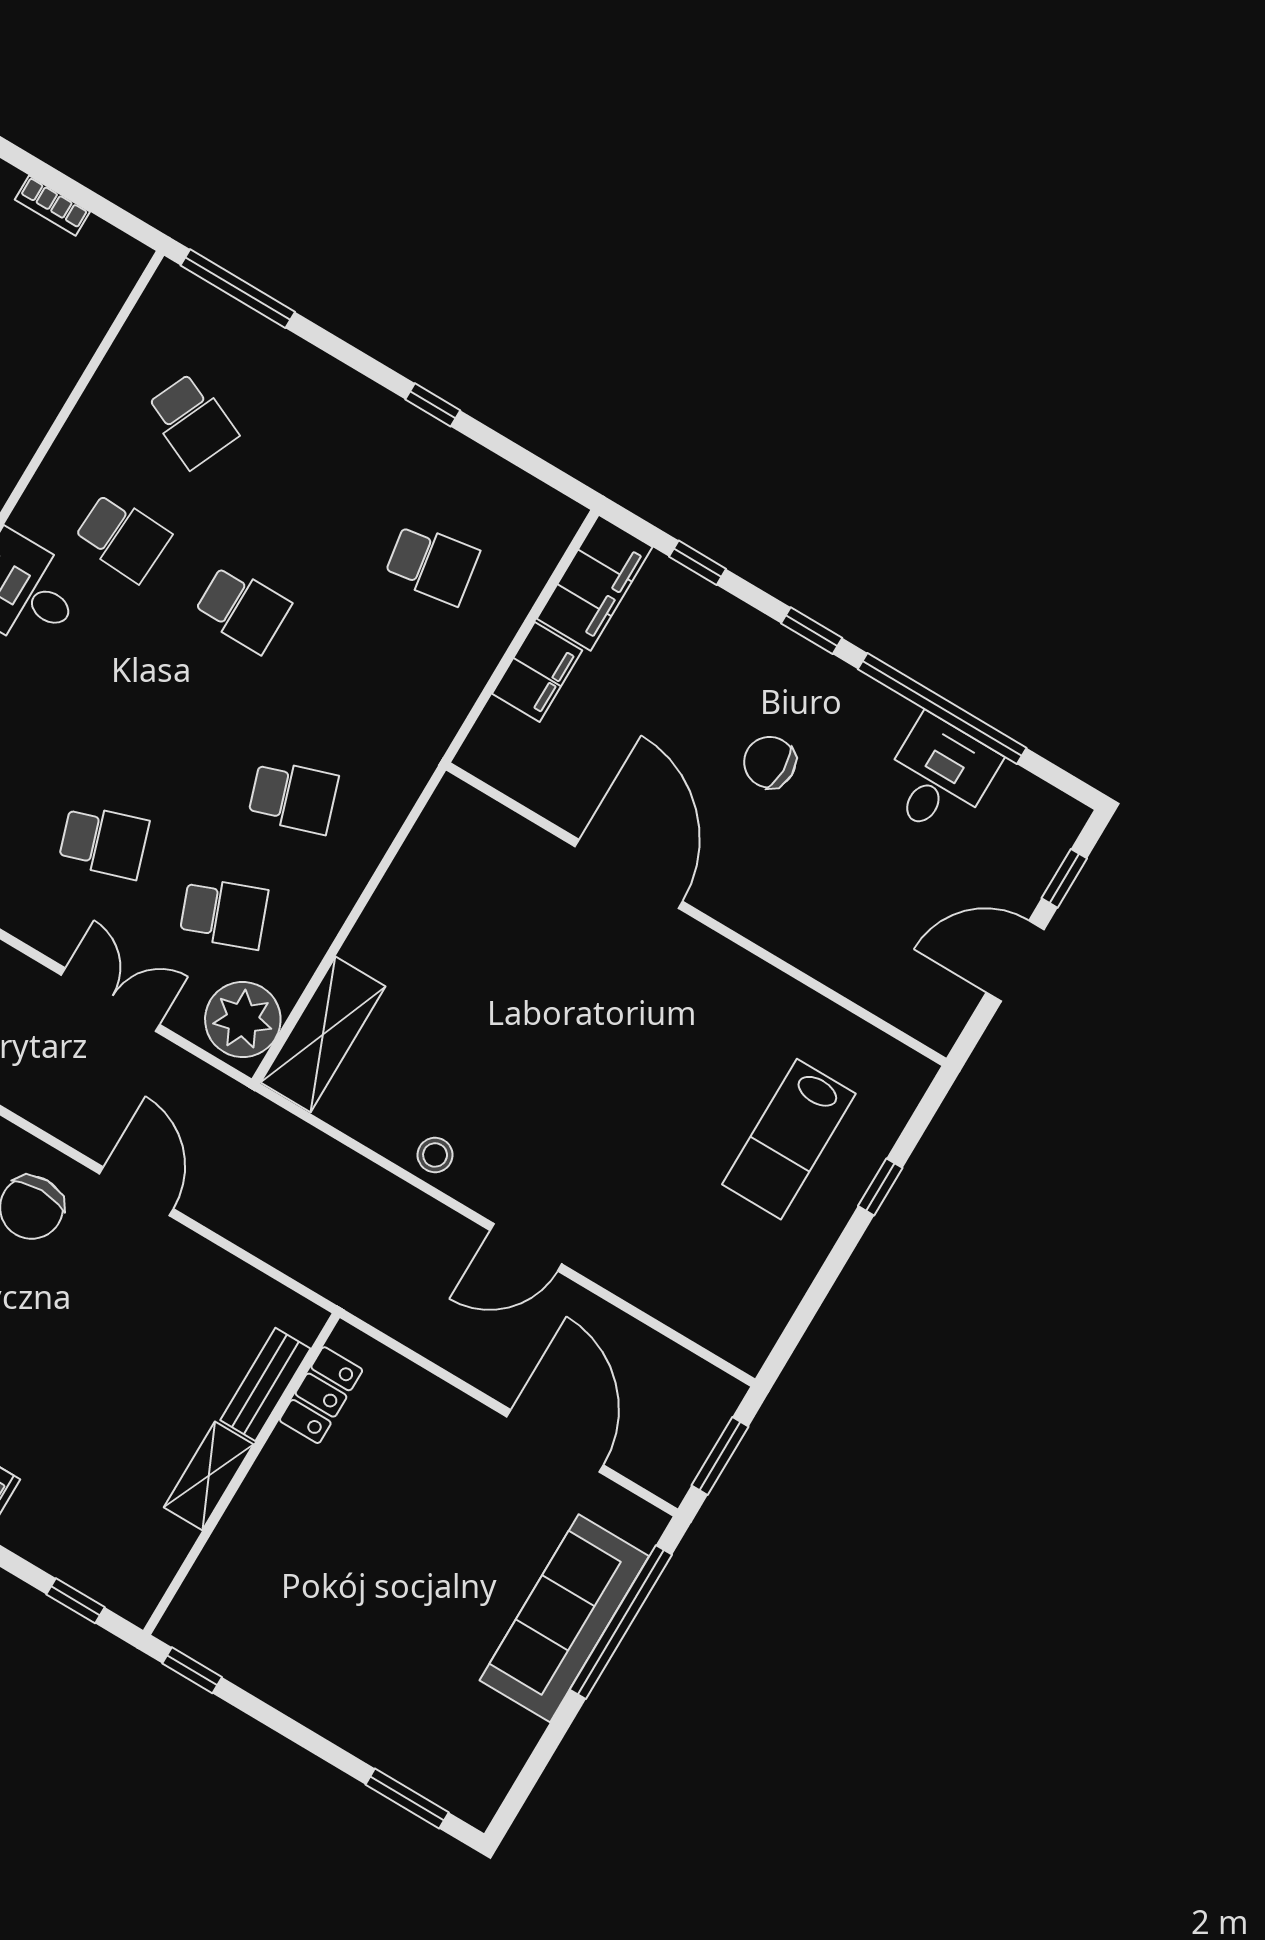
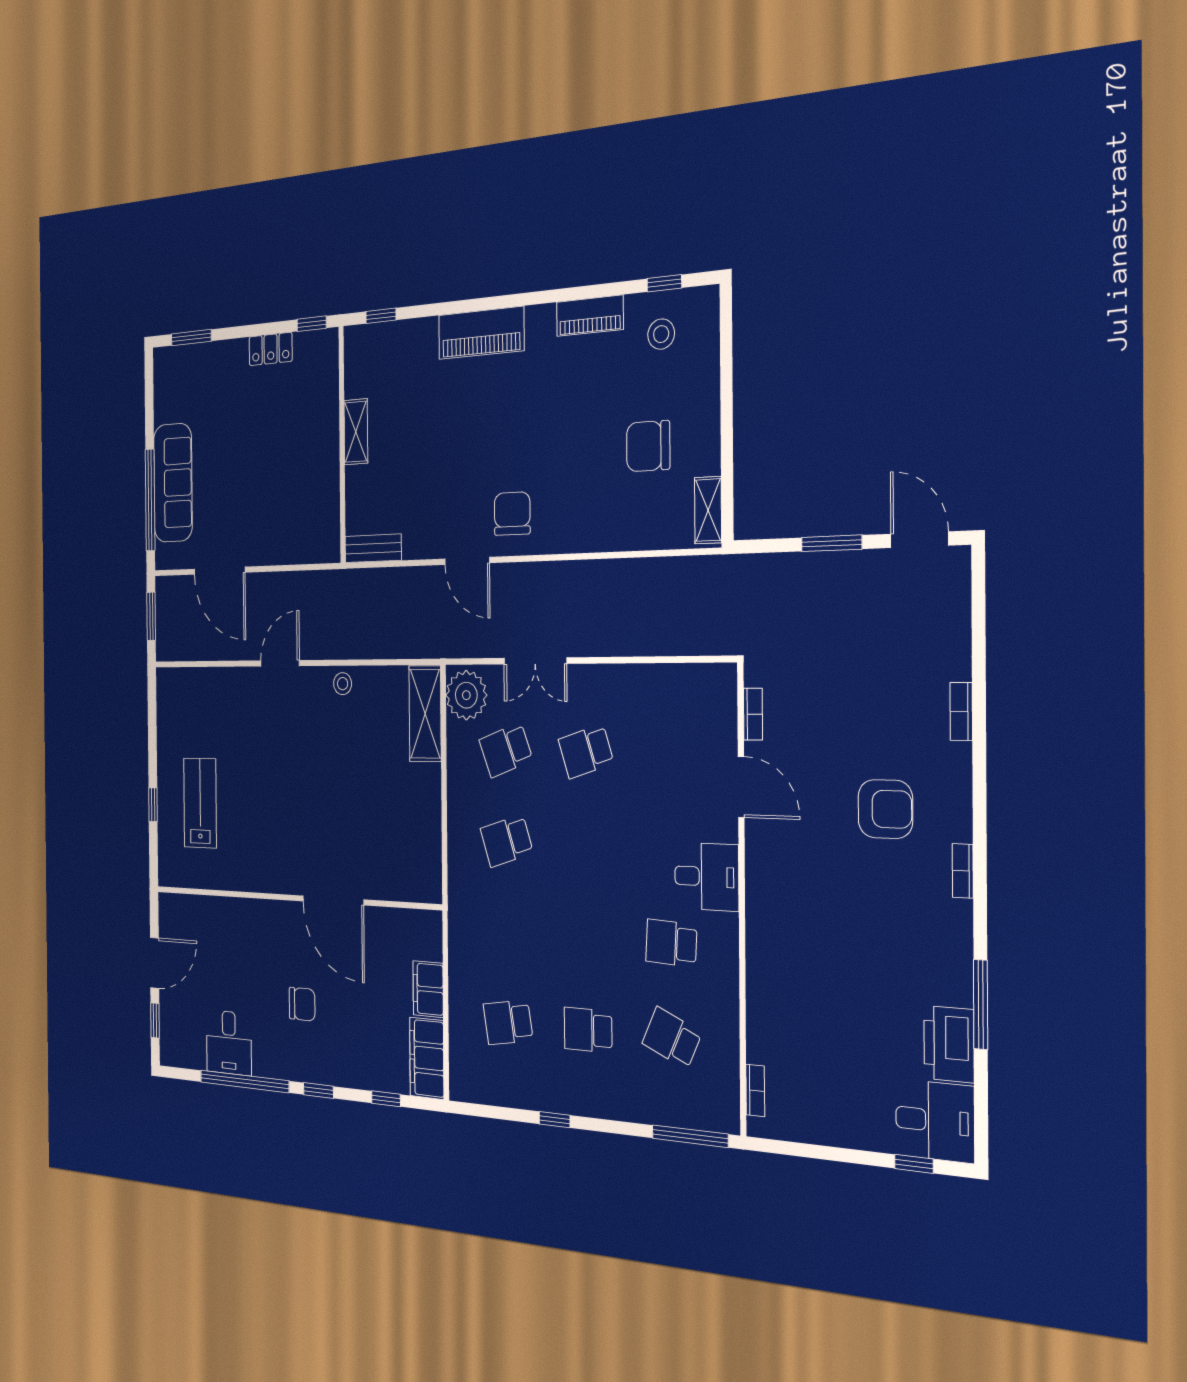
bookcase: (52, 206) -> (755, 1090), moved, turned 90
school desk: (243, 609) -> (588, 1030), moved
bench: (265, 1384) -> (373, 548), moved, turned 90
locker: (321, 1395) -> (271, 349), moved, turned -90

